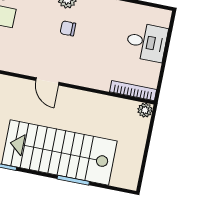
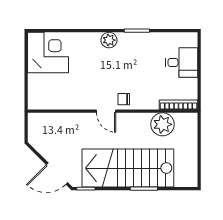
chair: (68, 28) -> (124, 99), moved
plant: (145, 110) -> (162, 124), moved, width x1.88, depth x1.88

